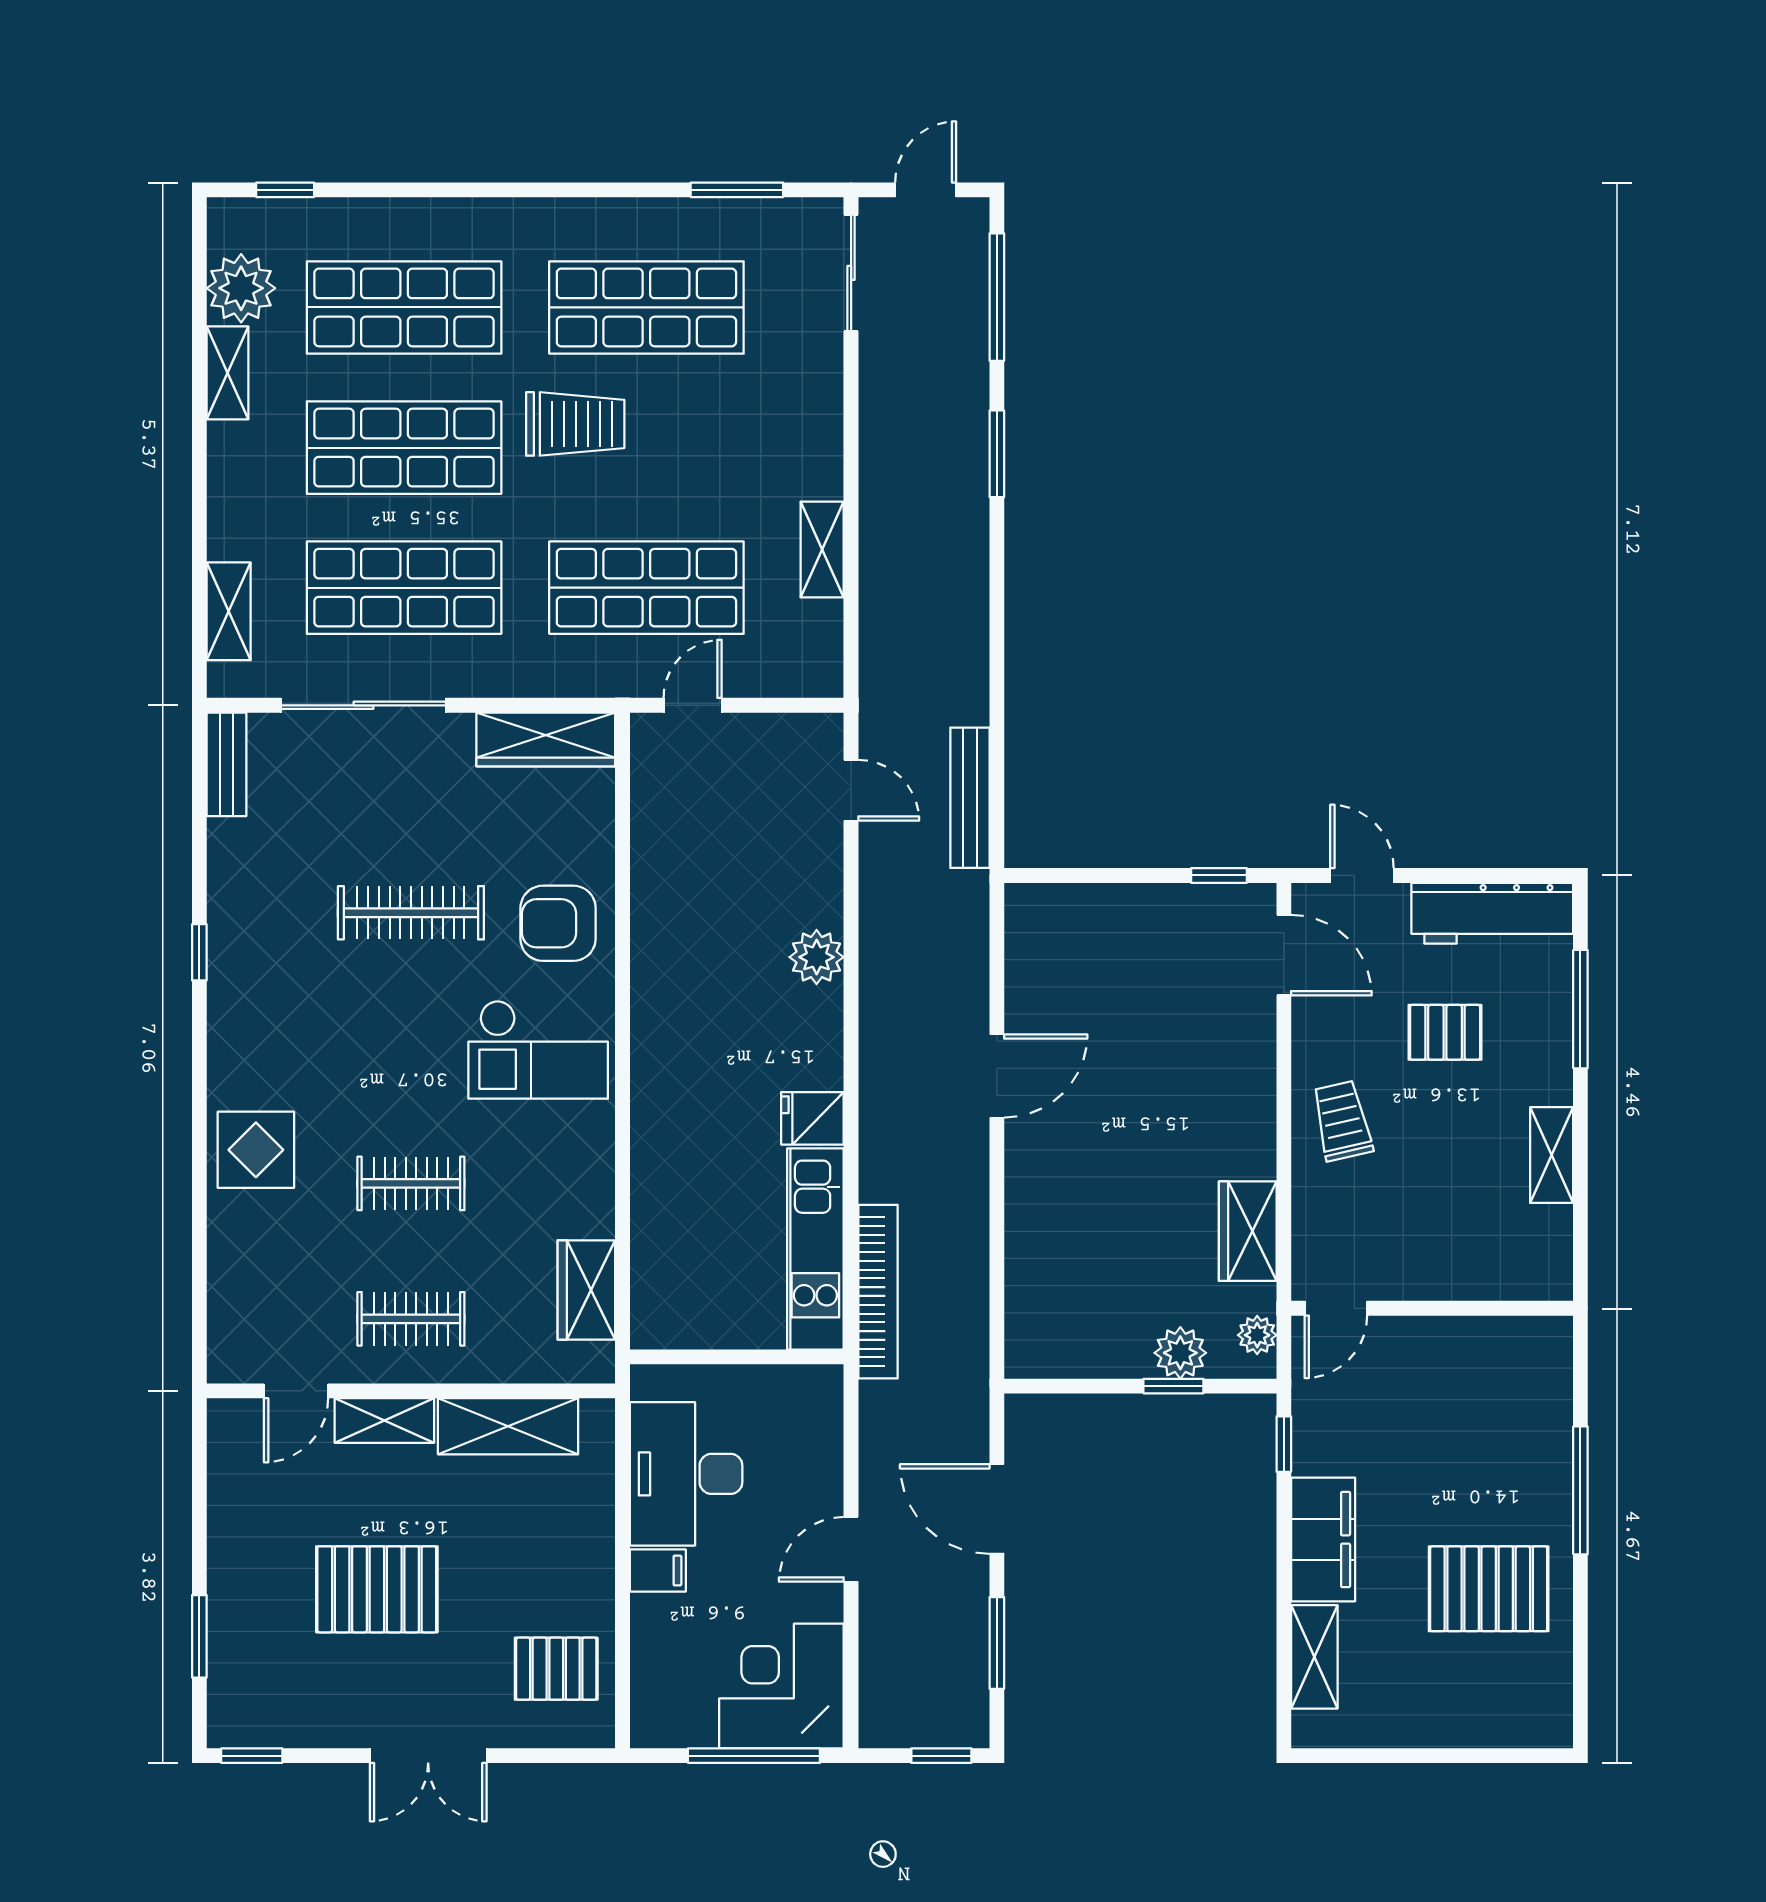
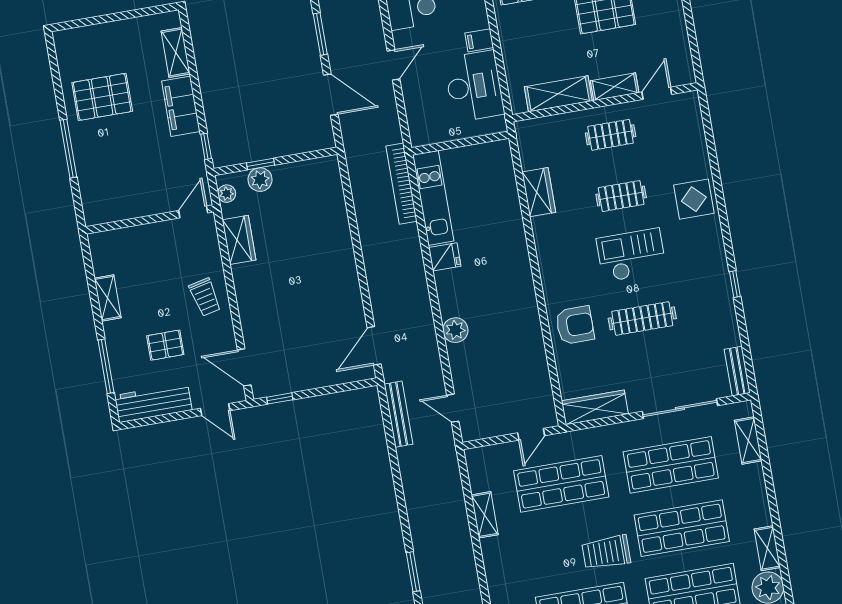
checkout: (538, 1050) -> (631, 255), moved
door: (997, 1076) -> (374, 346), moved
wardrobe: (586, 1290) -> (539, 192), moved

